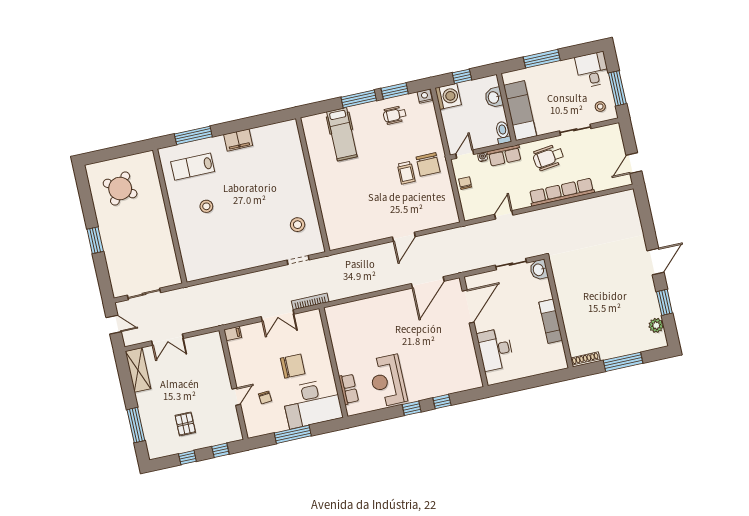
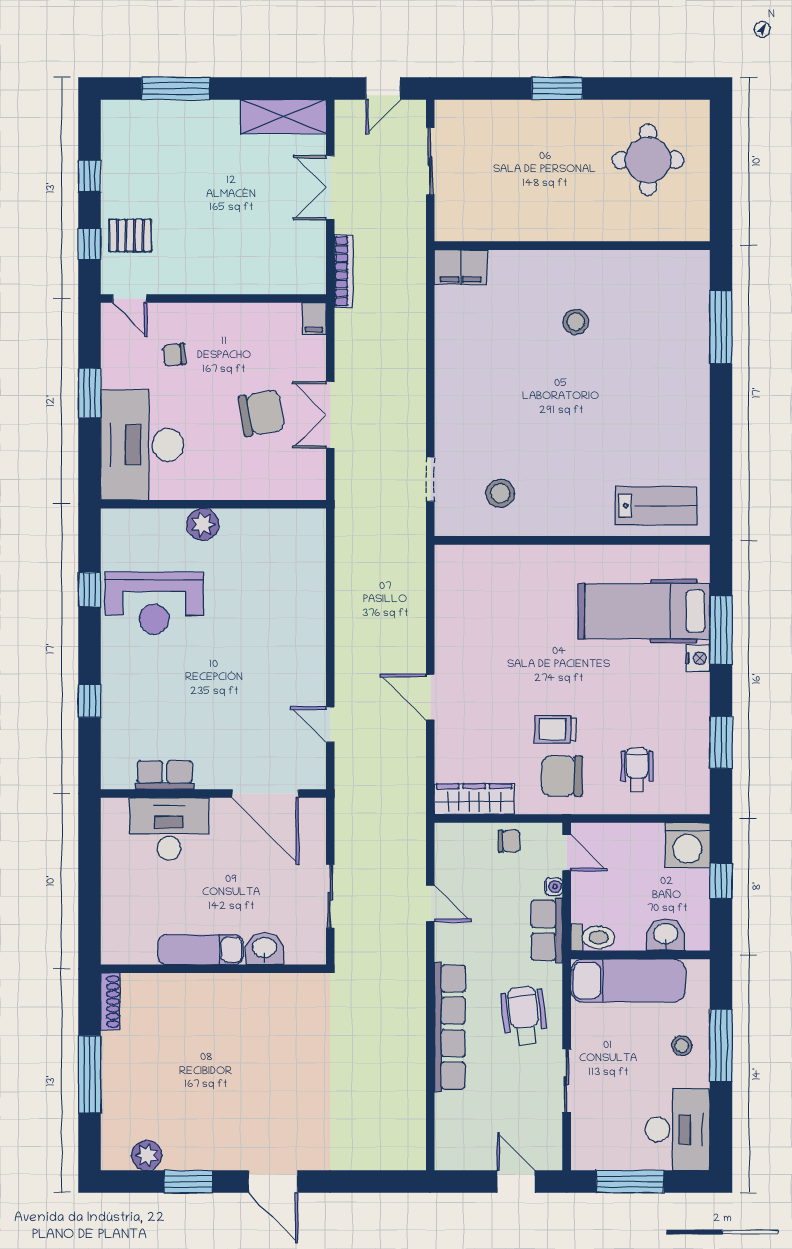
desk: (592, 70) -> (678, 1129), width x1.37
nightstand: (425, 96) -> (698, 658), moved
window: (359, 99) -> (721, 630), moved
stool: (600, 107) -> (682, 1046), moved
wheelchair: (395, 115) -> (637, 770), moved
hospital bed: (342, 134) -> (644, 611), width x1.37, depth x1.29
filing cabinet: (238, 140) -> (461, 267), moved, turned -90
door: (634, 163) -> (516, 1182), moved
lab bench: (193, 167) -> (656, 506), moved, turned 90
round table: (120, 188) -> (648, 160), turned -35
wardrobe: (449, 205) -> (474, 799), added
washbasin: (539, 270) -> (265, 949), moved
door: (428, 282) -> (330, 725), width x0.53
bookcase: (310, 301) -> (344, 271), moved
chair: (293, 366) -> (262, 413), moved, turned -100
plant: (344, 366) -> (203, 524), added
reception desk: (388, 381) -> (154, 603), turned 180
row of seats: (349, 389) -> (165, 775), moved, turned 180
door: (236, 397) -> (130, 298), moved
window: (412, 408) -> (90, 589), moved
pallet: (185, 424) -> (130, 235), moved
window: (293, 434) -> (90, 393), width x0.69

